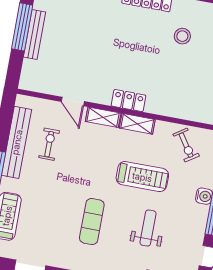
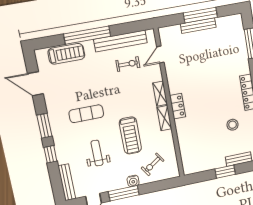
door: (73, 102) -> (160, 55), moved
exercise bike: (186, 145) -> (153, 164), moved
weight bench: (148, 228) -> (97, 153), turned -90

